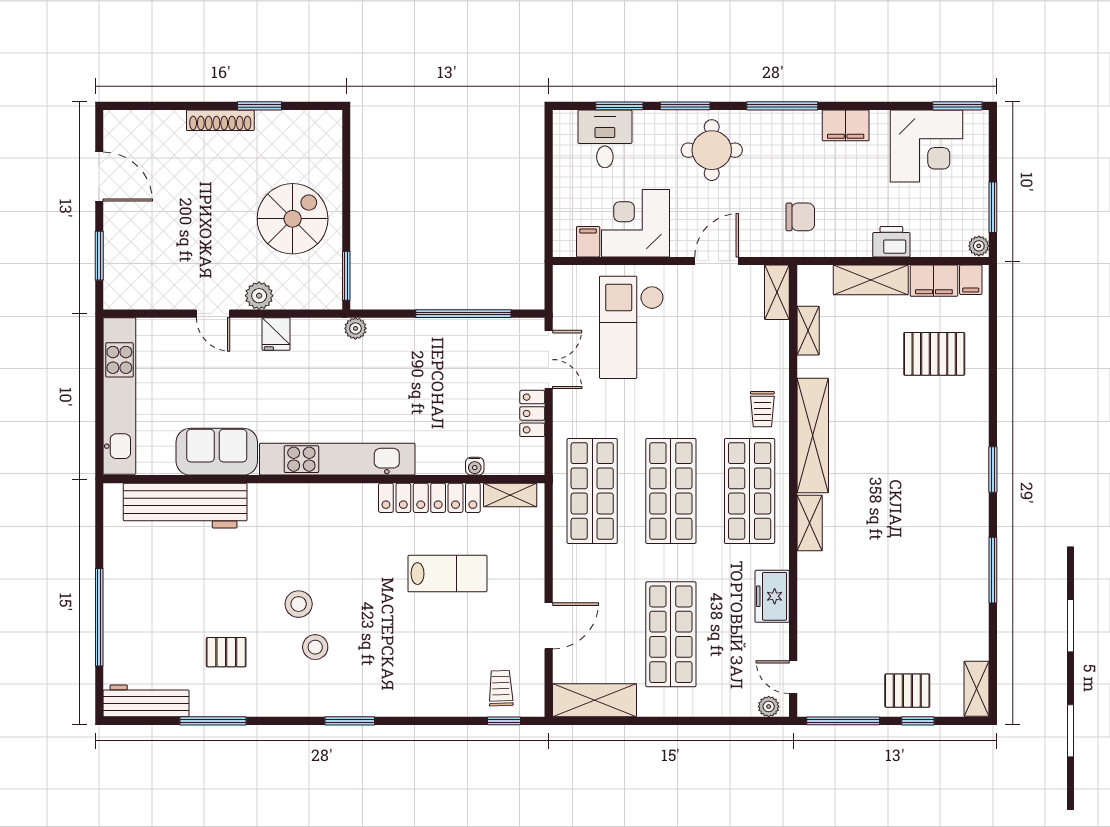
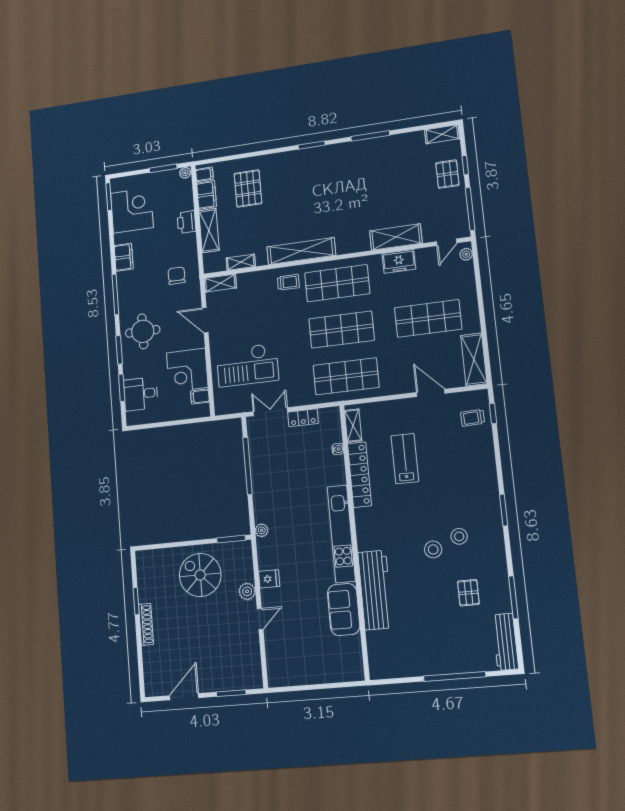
kitchen unit: (119, 396) -> (315, 674), removed
workbench: (185, 506) -> (375, 590), moved
shelving: (810, 523) -> (396, 237), moved, width x1.50, depth x1.33

